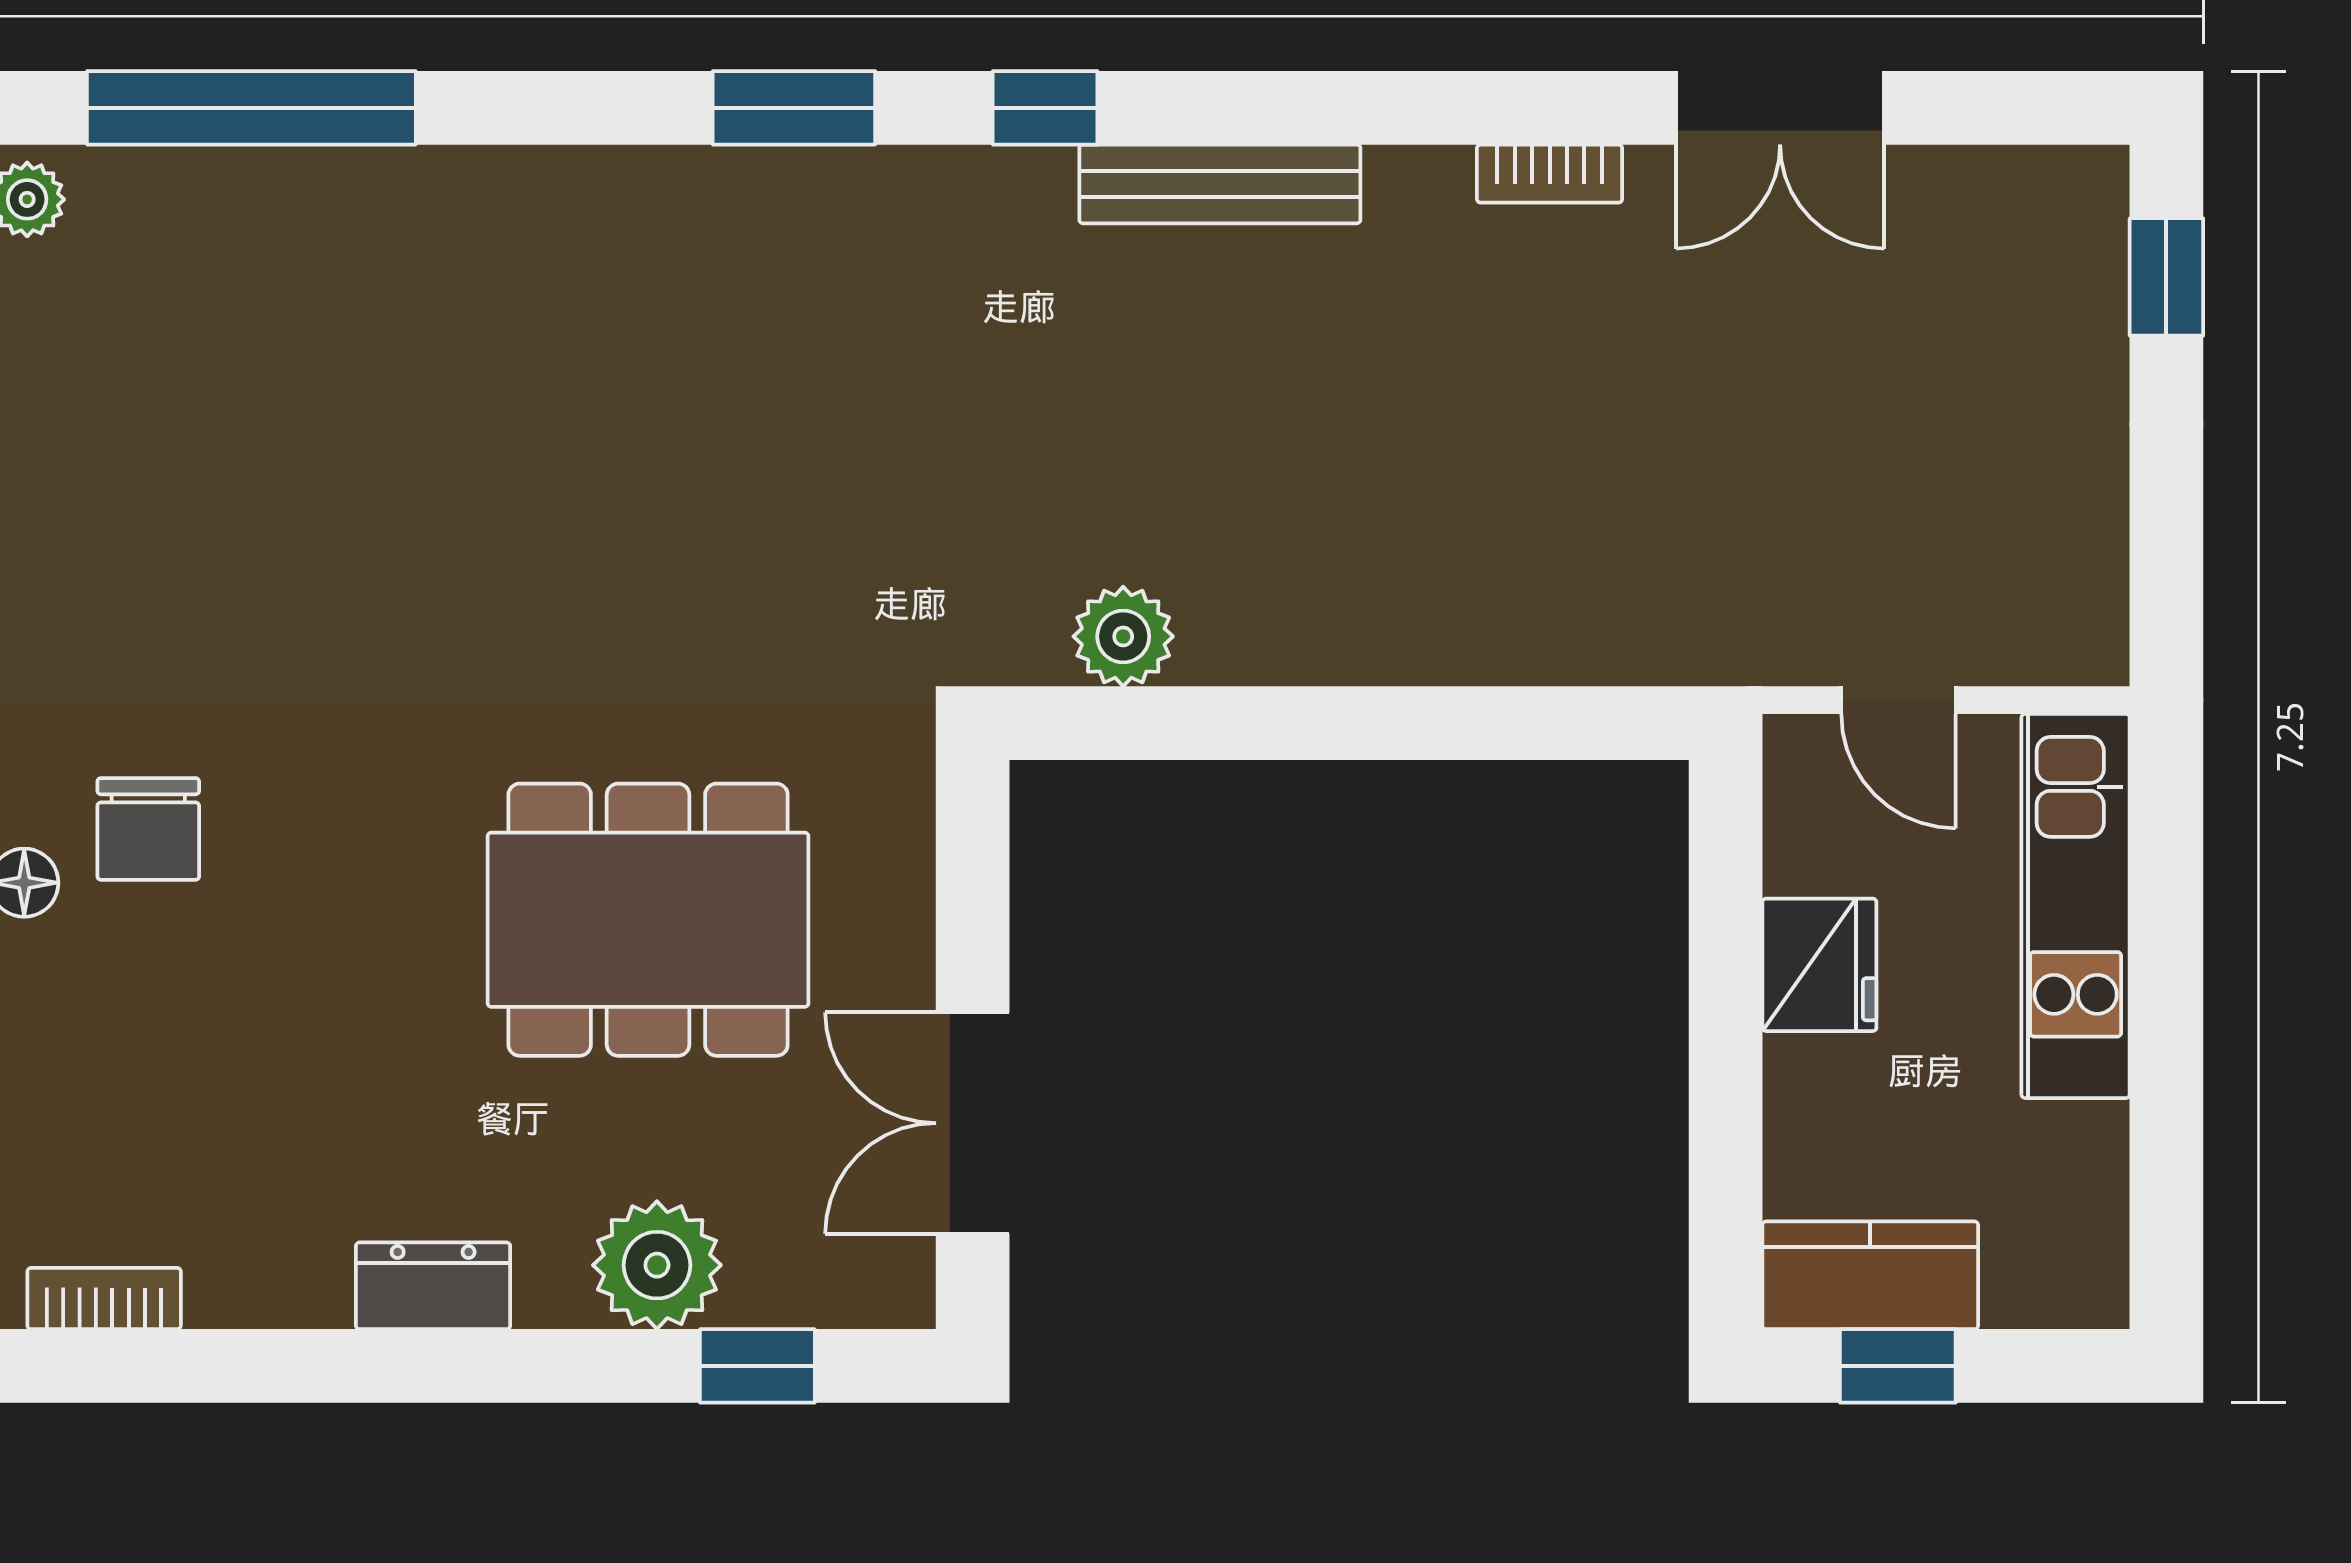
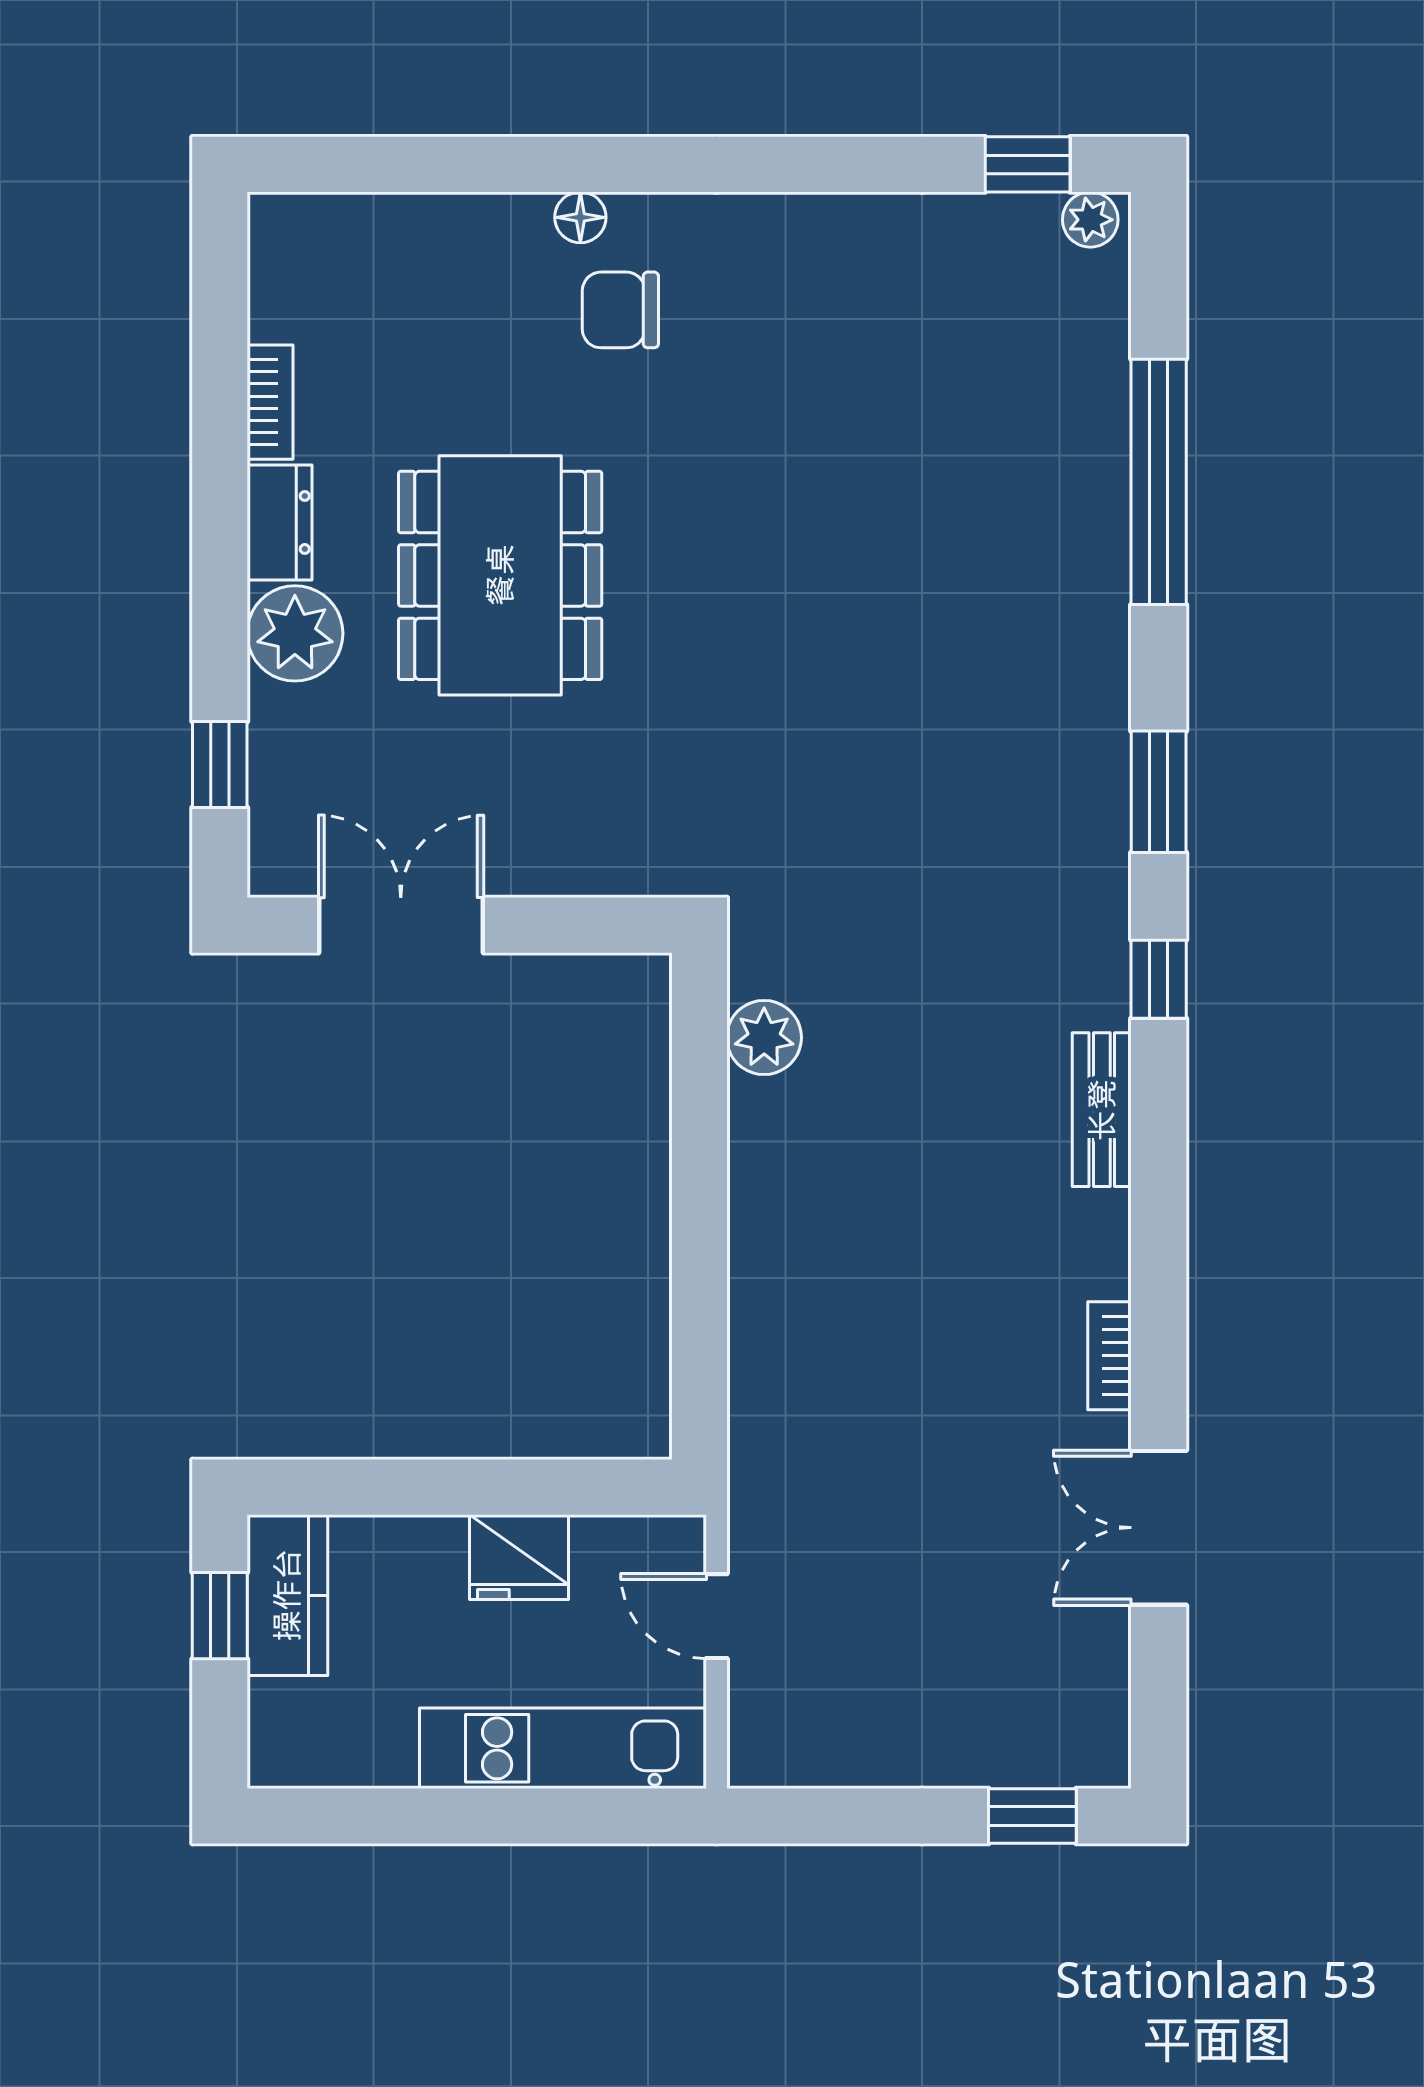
window: (251, 108) -> (1159, 482), moved
bench: (1220, 184) -> (1102, 1110), width x0.73
door: (1898, 700) -> (717, 1616), hinge flipped
dining table: (648, 920) -> (500, 575), moved
plant: (657, 1265) -> (295, 633), moved
bookcase: (104, 1299) -> (270, 402), moved

